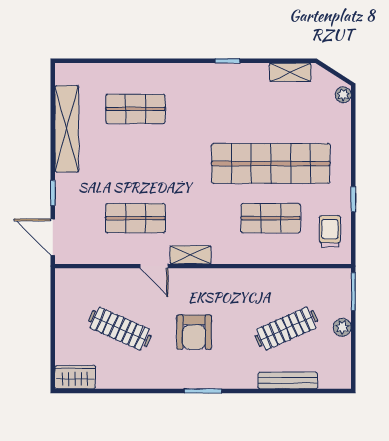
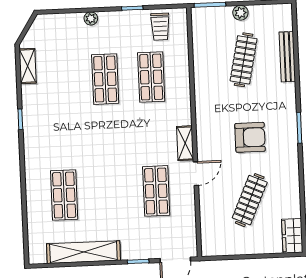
plant: (343, 95) -> (91, 18), moved
shop shelf: (271, 163) -> (105, 79), width x0.50, depth x0.74
trolley: (330, 231) -> (160, 27), turned -90
clothes rail: (286, 329) -> (244, 60), turned 36

